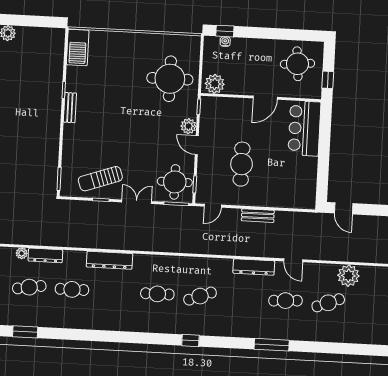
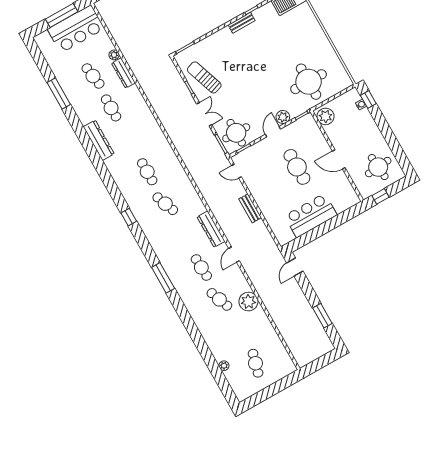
bar counter: (304, 128) -> (311, 215), moved
cafe table: (242, 164) -> (297, 167), moved, turned 90
dresser: (109, 260) -> (99, 140), moved, turned 180
window: (25, 332) -> (59, 94), width x1.44

